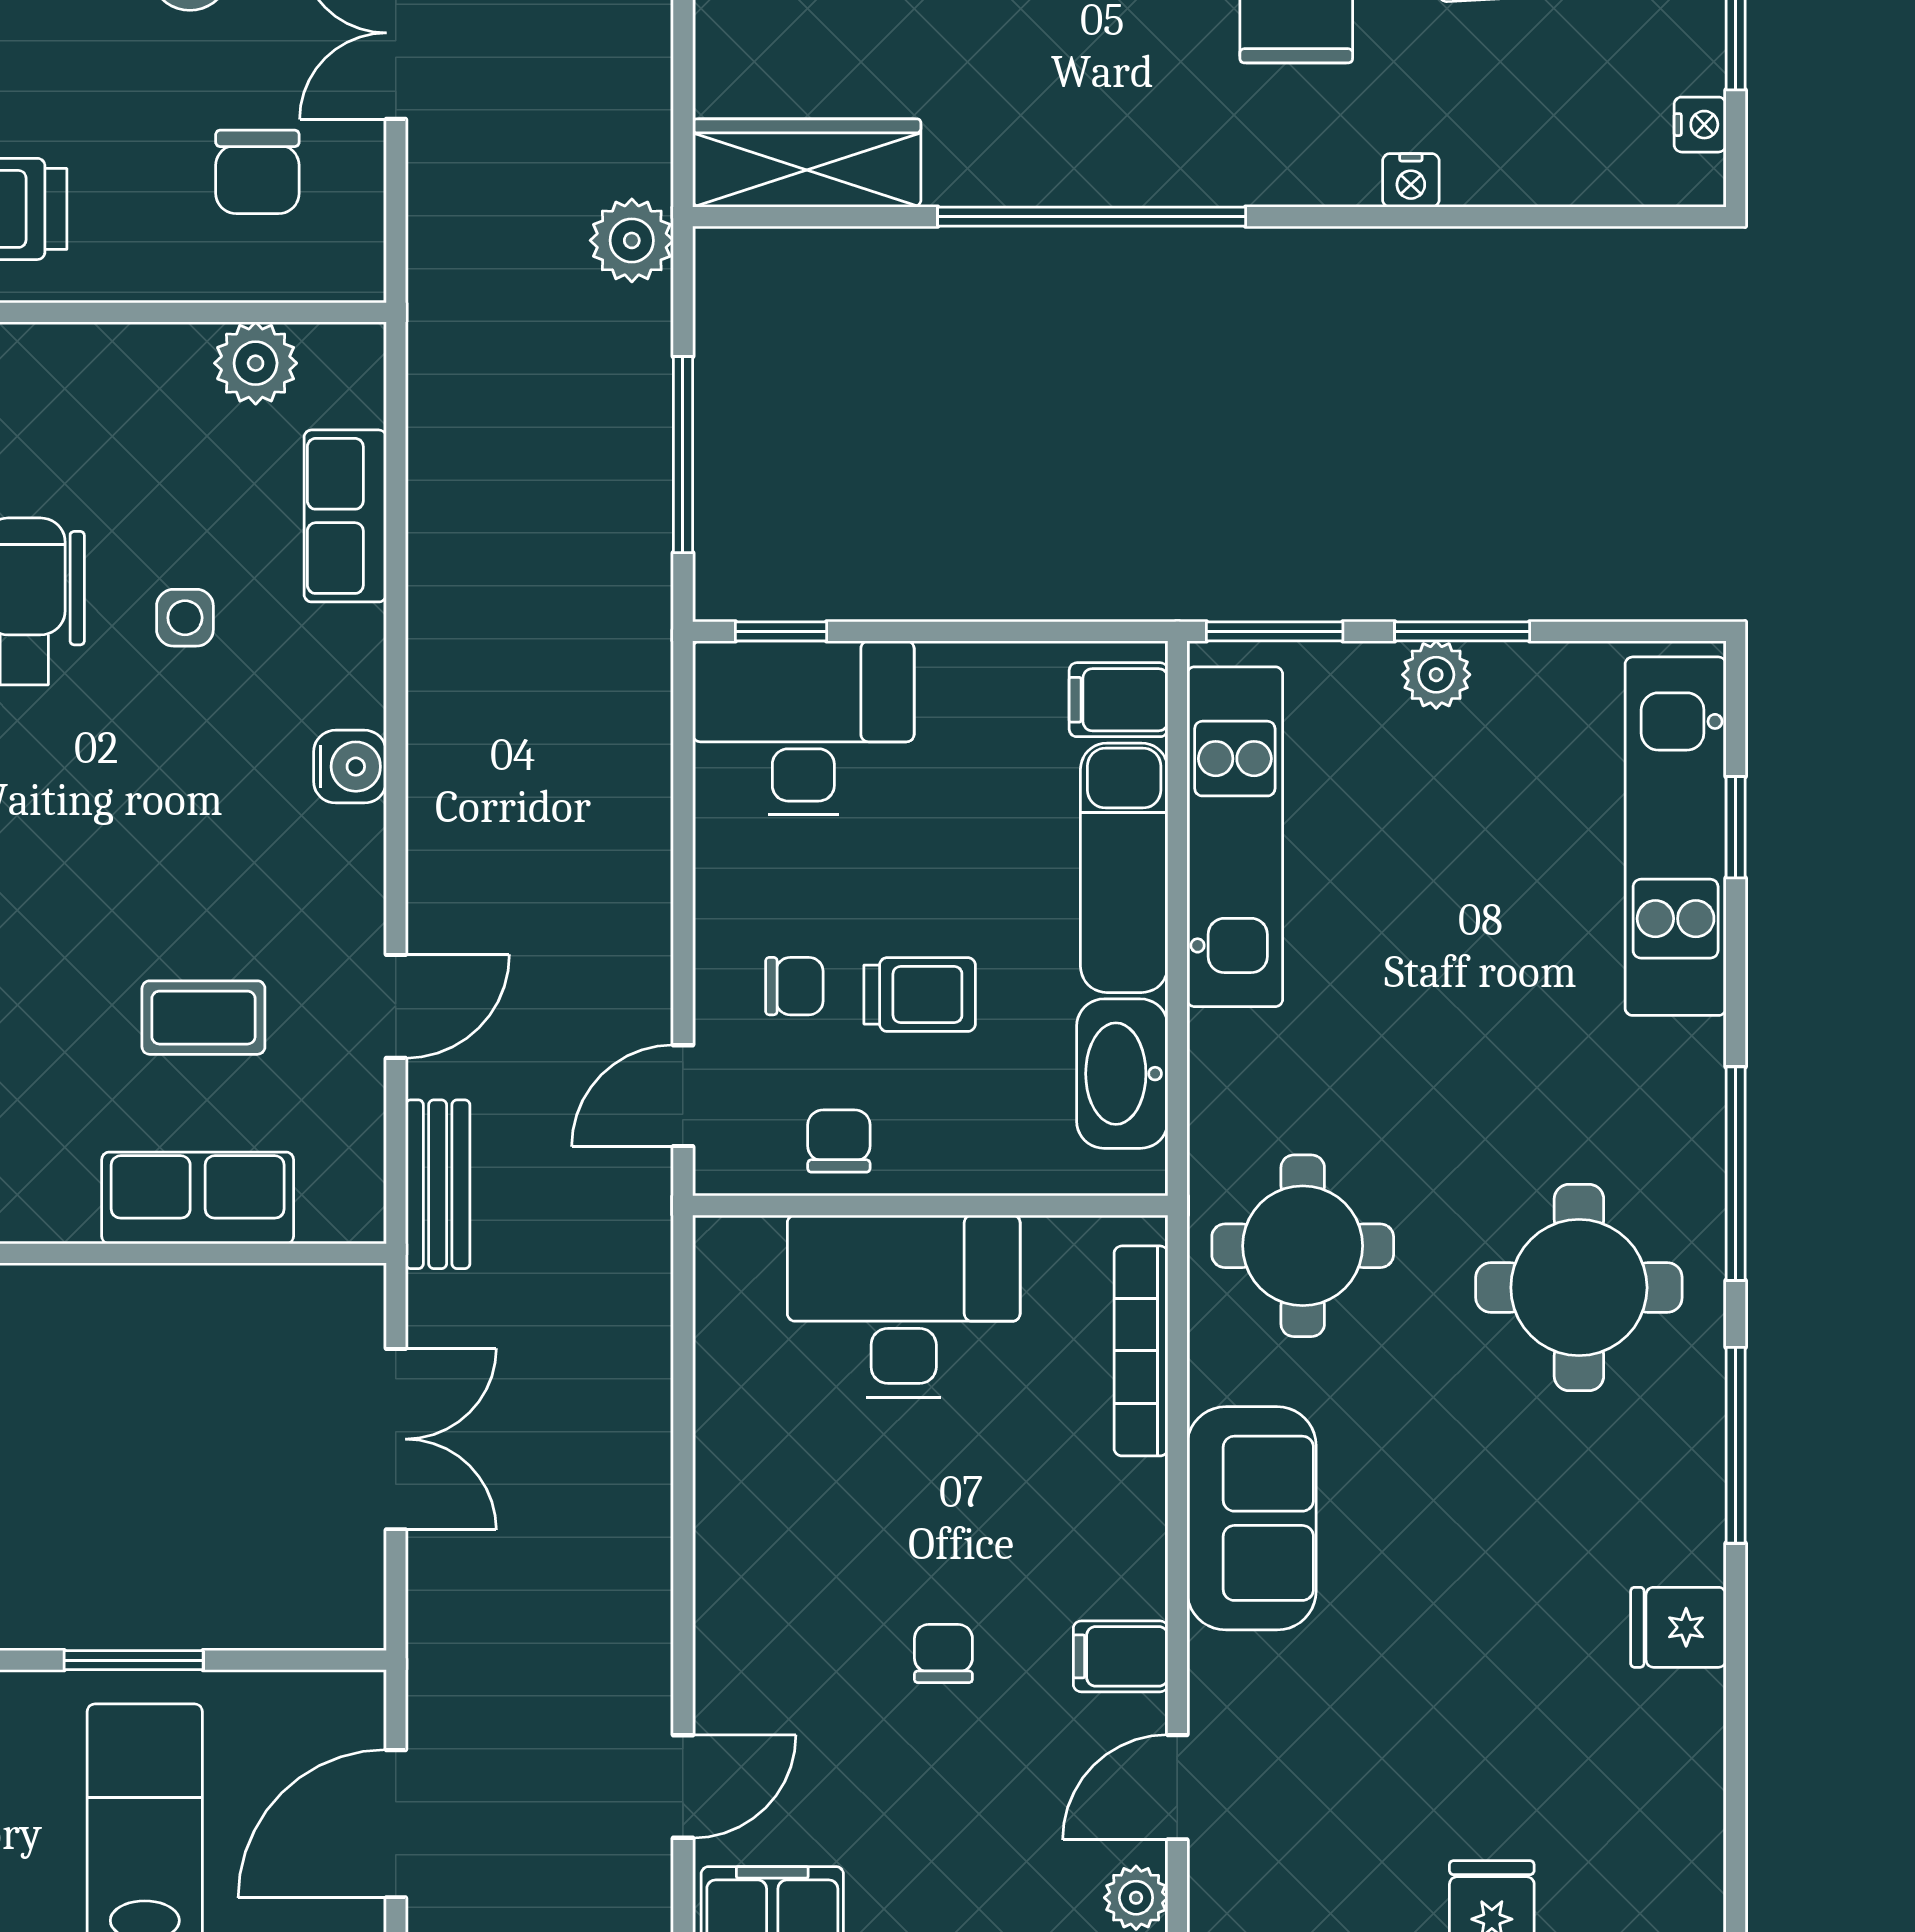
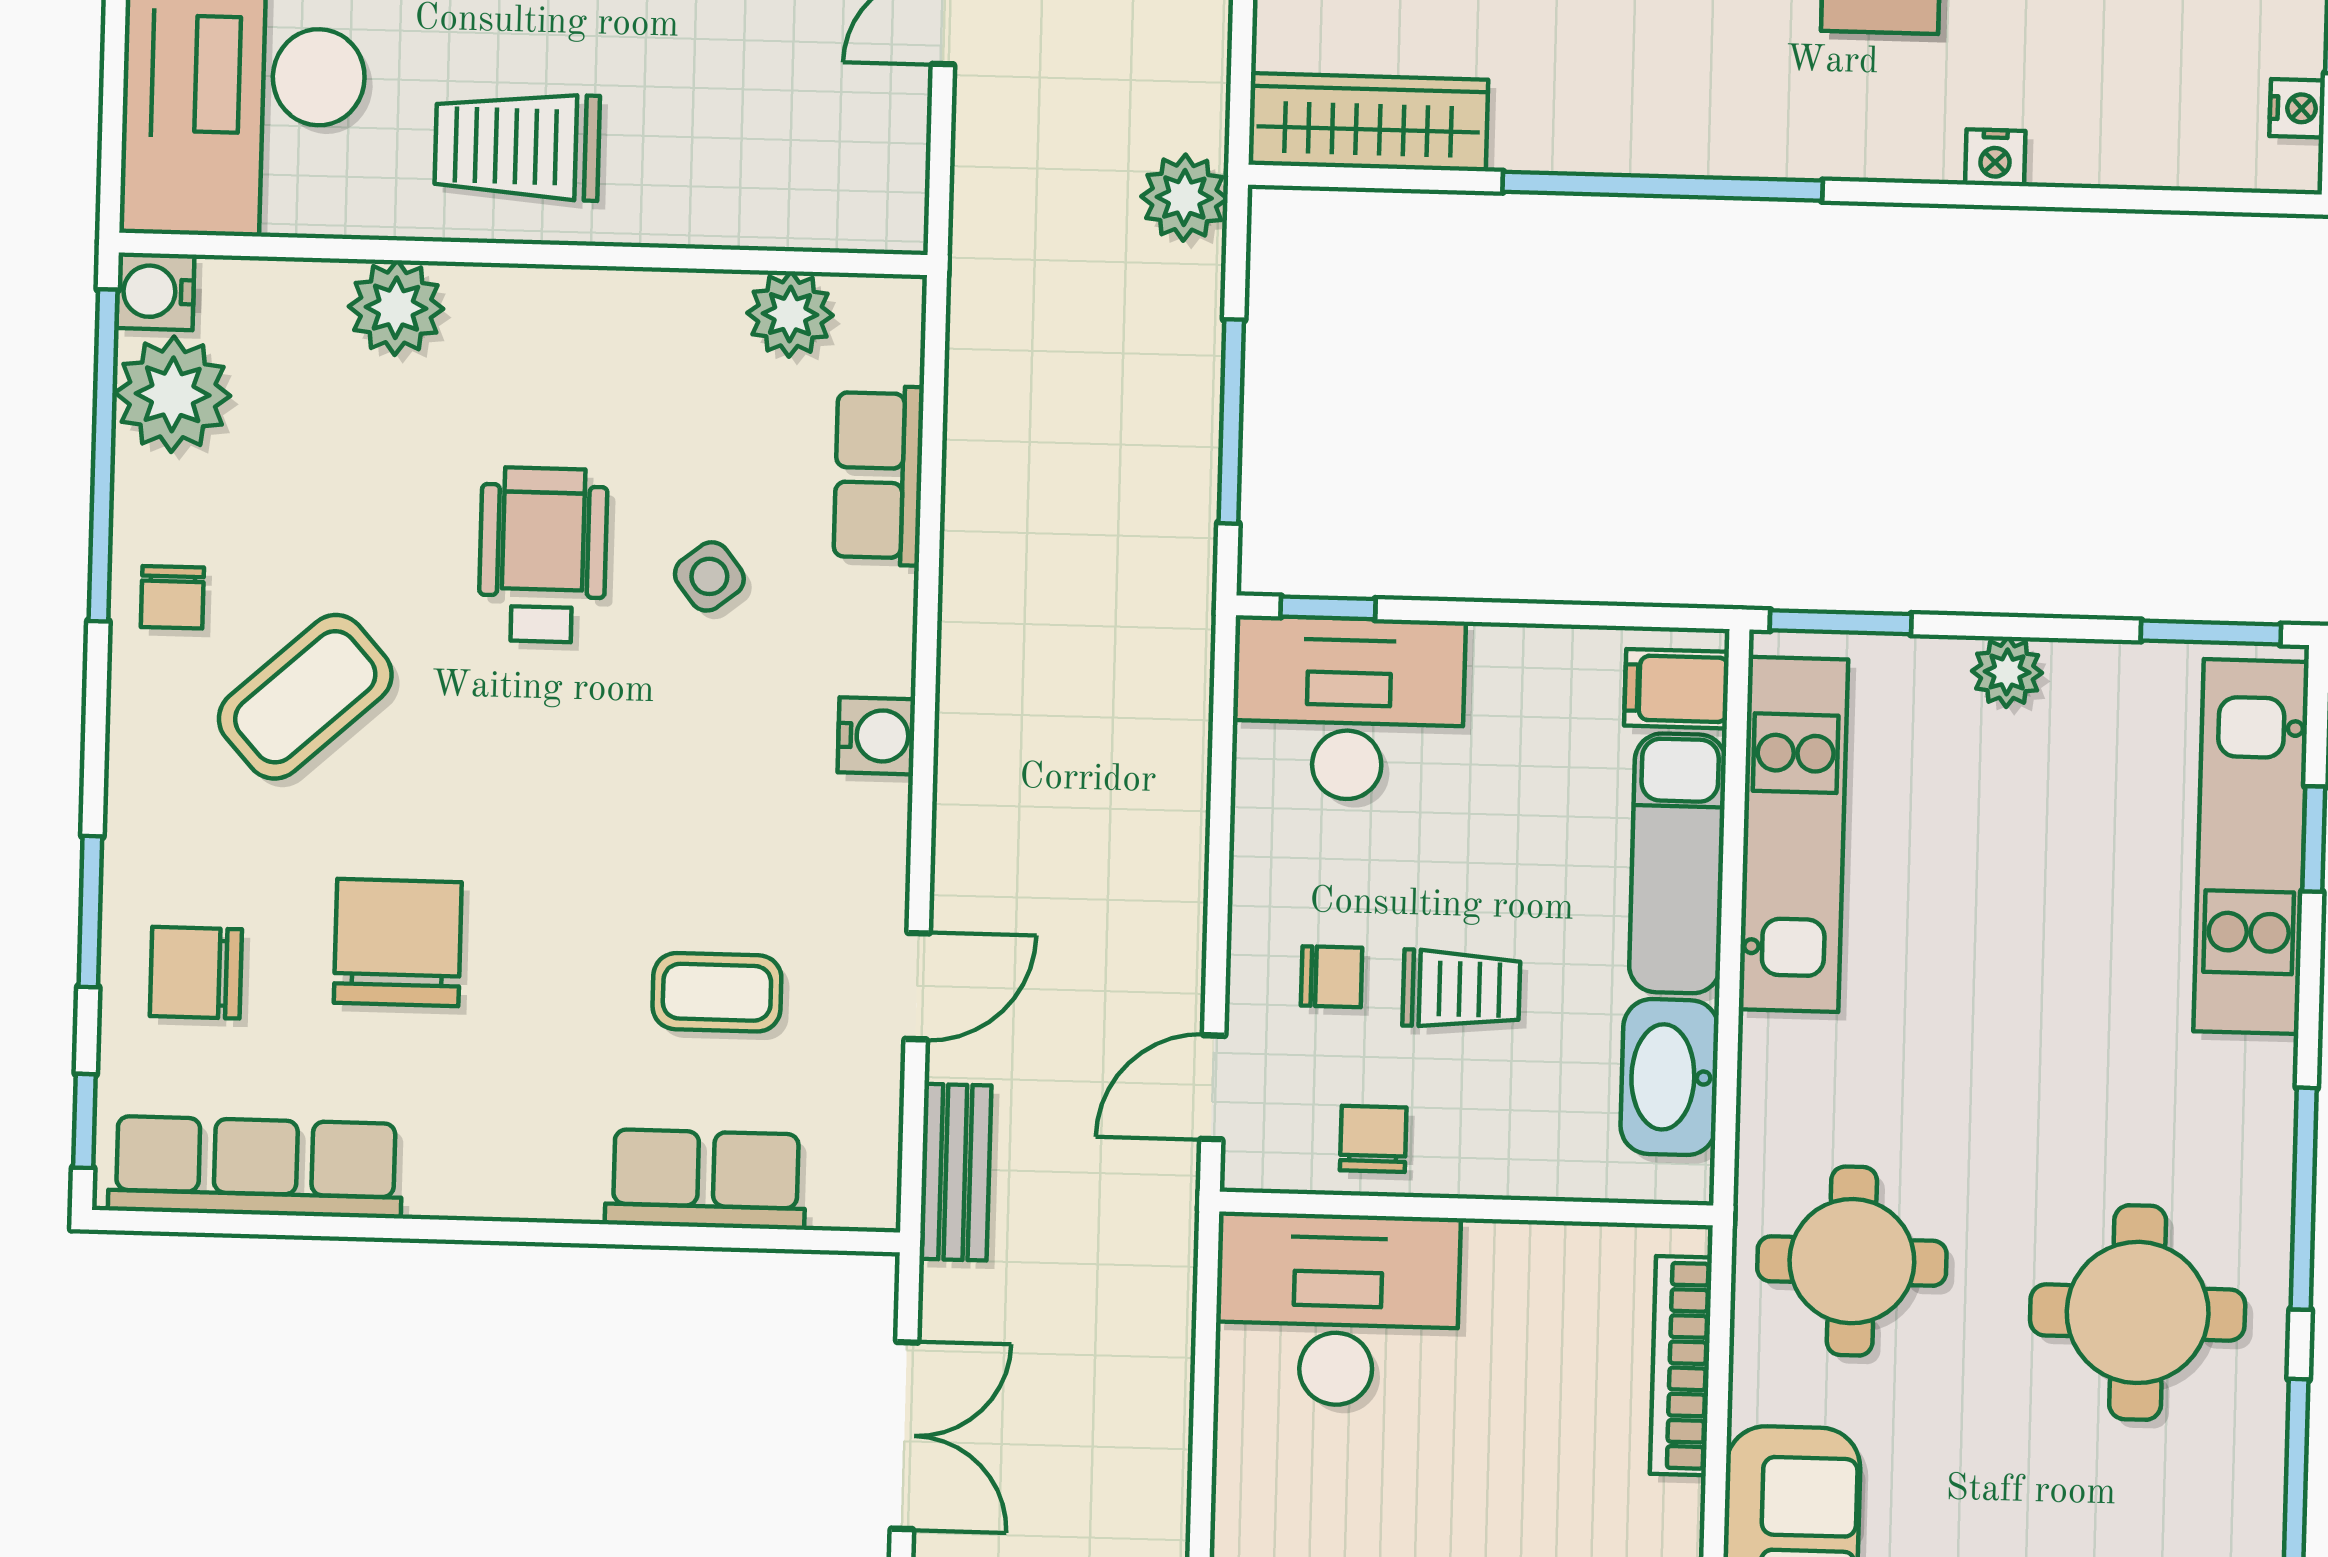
chair: (257, 172) -> (798, 115), removed
side table: (185, 618) -> (709, 576), turned -38
window: (1462, 631) -> (2211, 633), moved
desk: (904, 1307) -> (1337, 1310), moved

